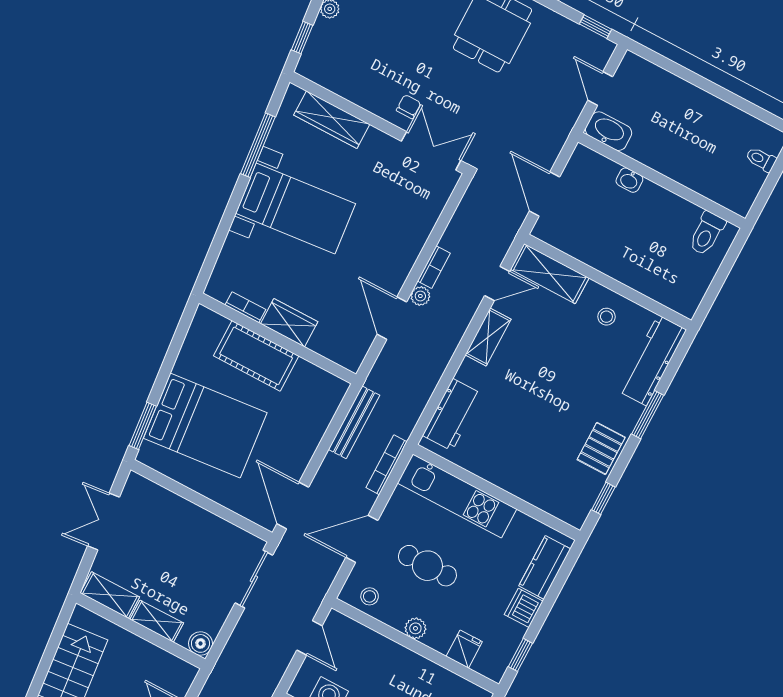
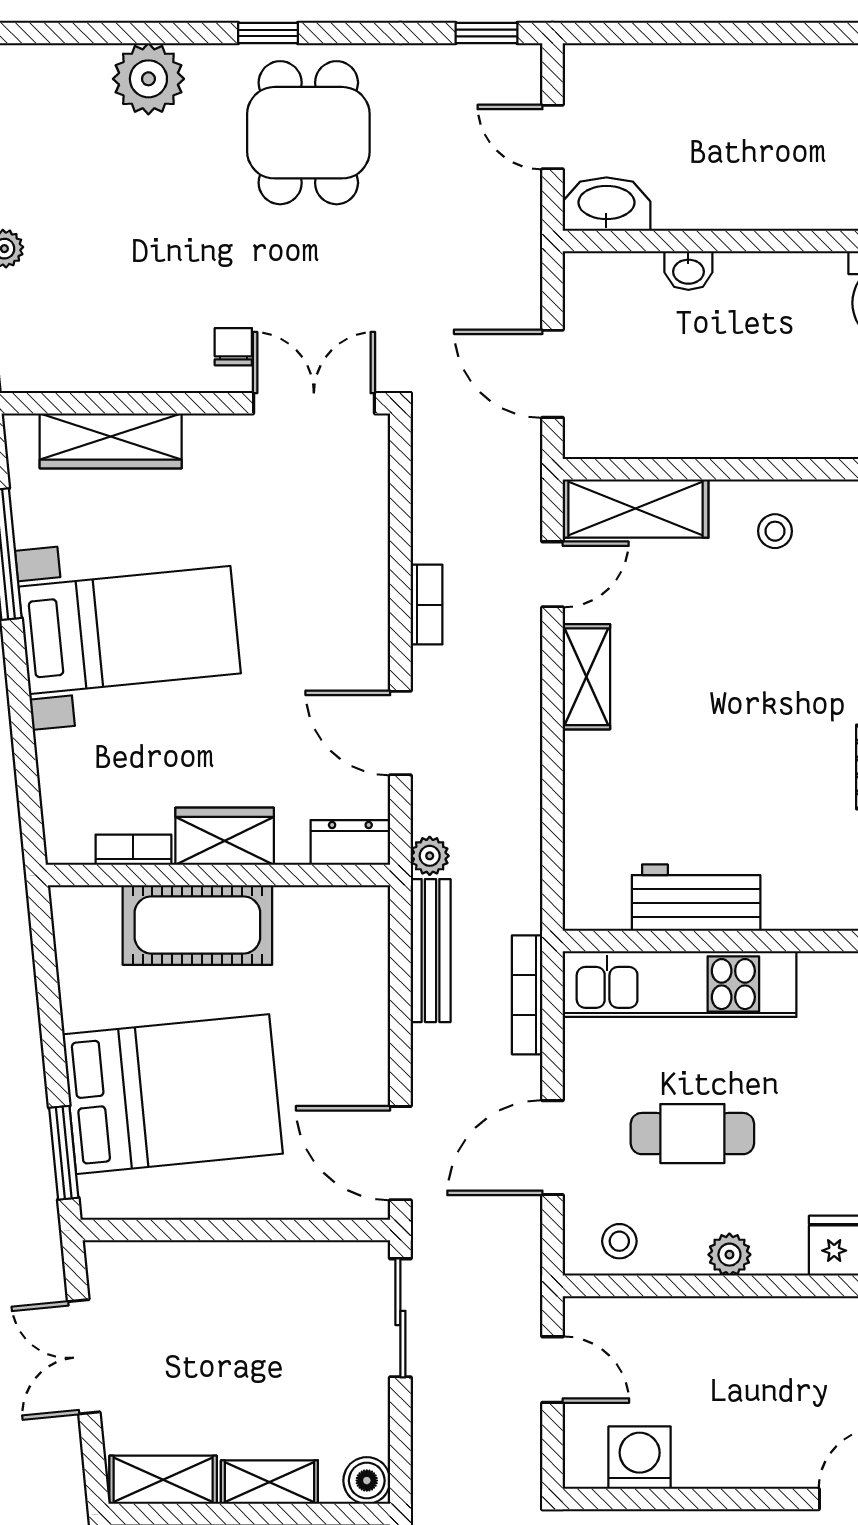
plant: (420, 296) -> (430, 856), moved
dresser: (344, 355) -> (350, 842), added
workbench: (452, 415) -> (696, 898), moved, turned -90

